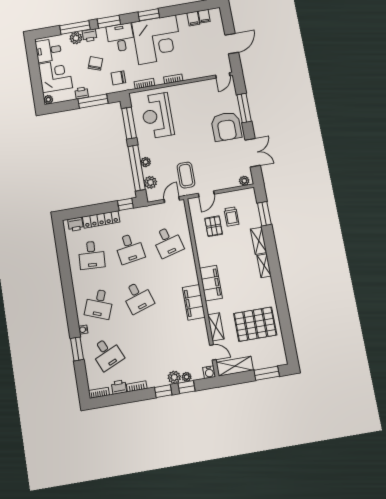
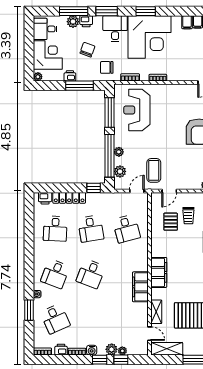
desk: (138, 297) -> (91, 274), turned 39
water cooler: (209, 372) -> (92, 350), moved

